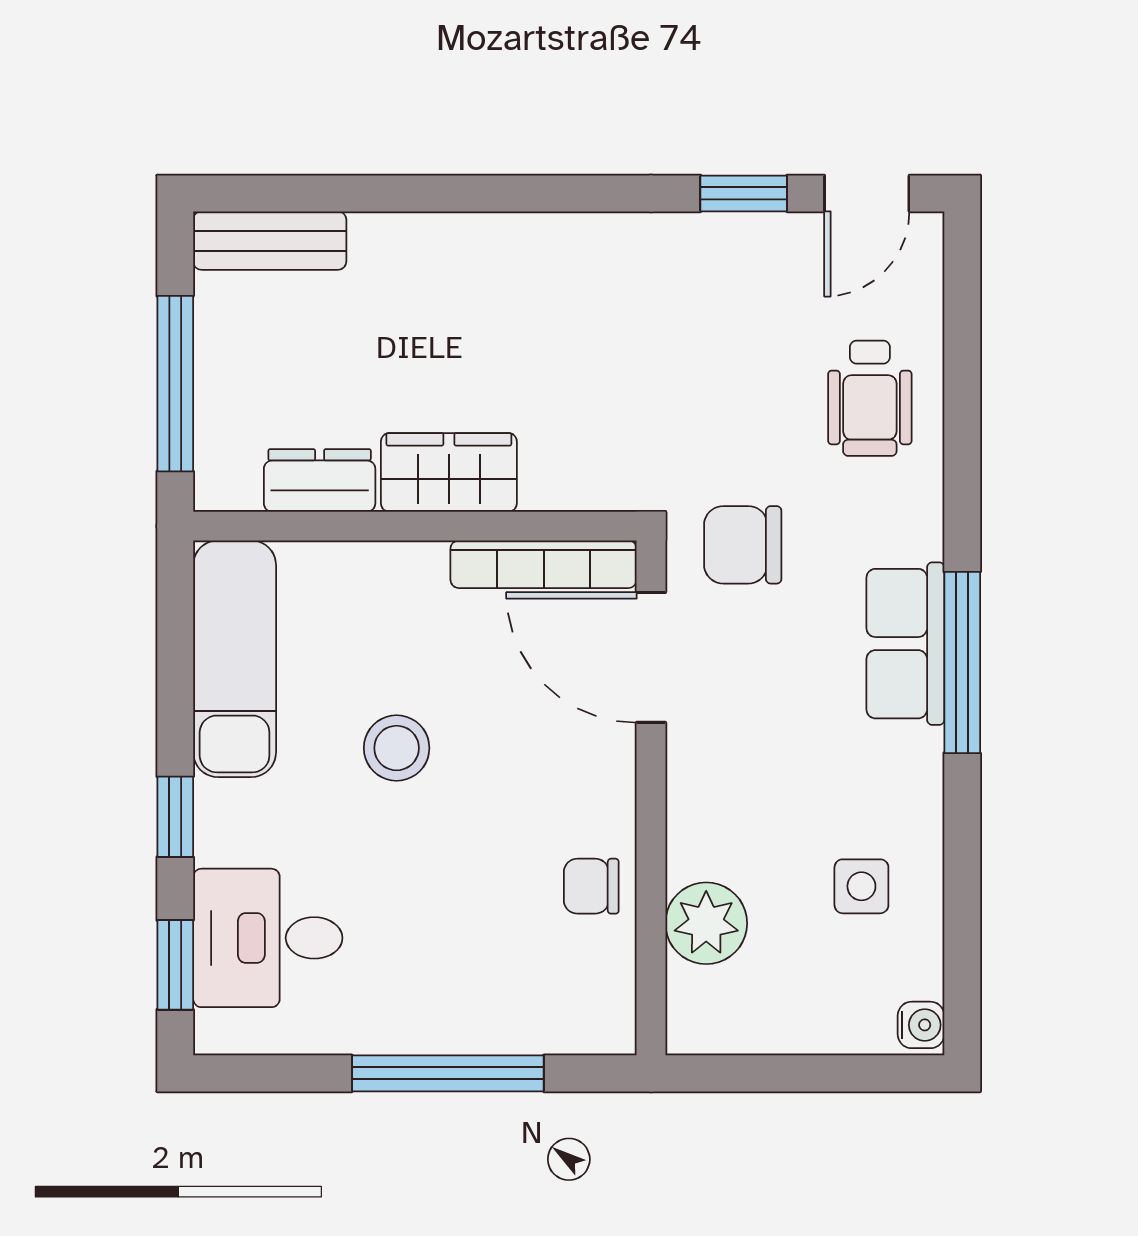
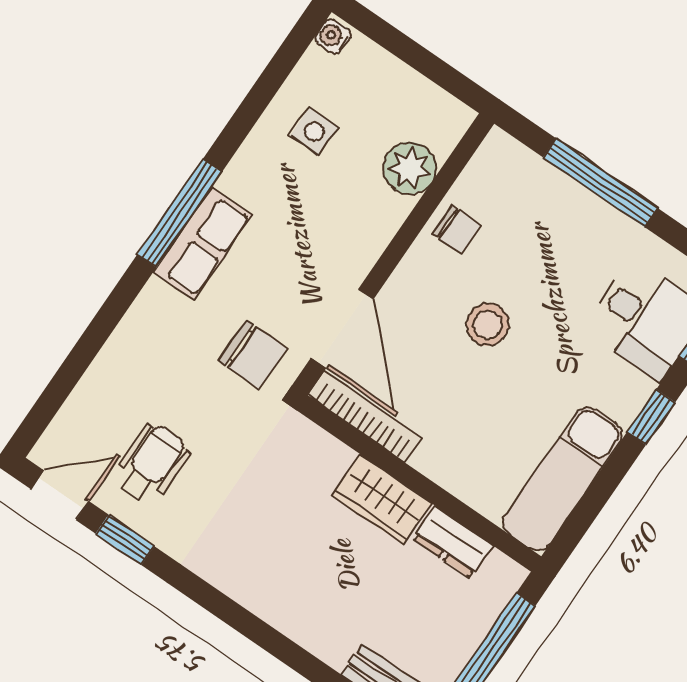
wheelchair: (870, 398) -> (152, 464), moved
stool: (397, 748) -> (488, 325), moved

